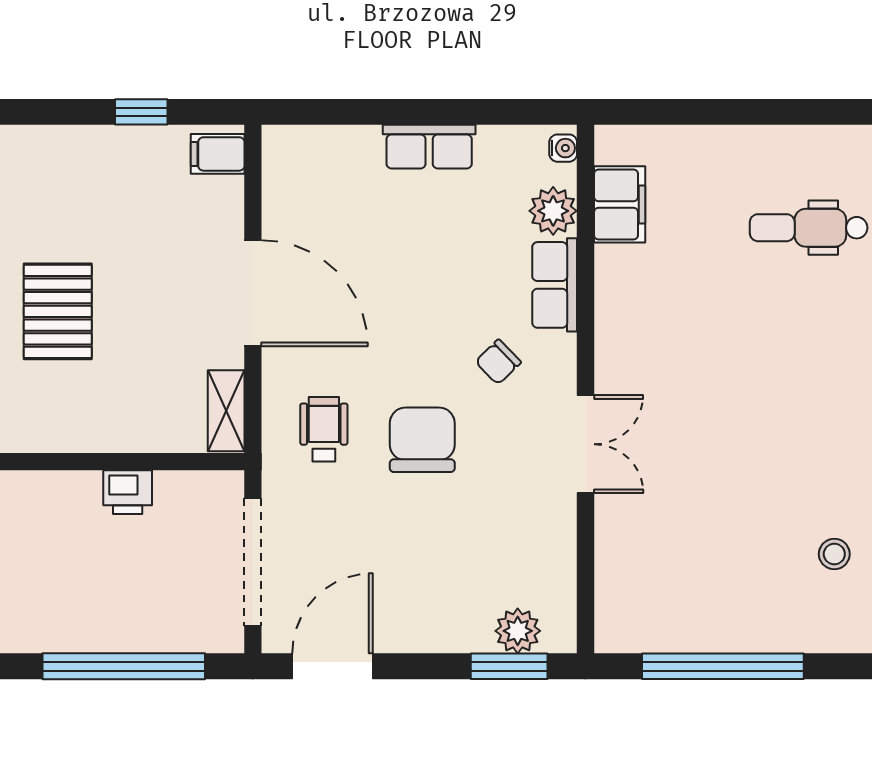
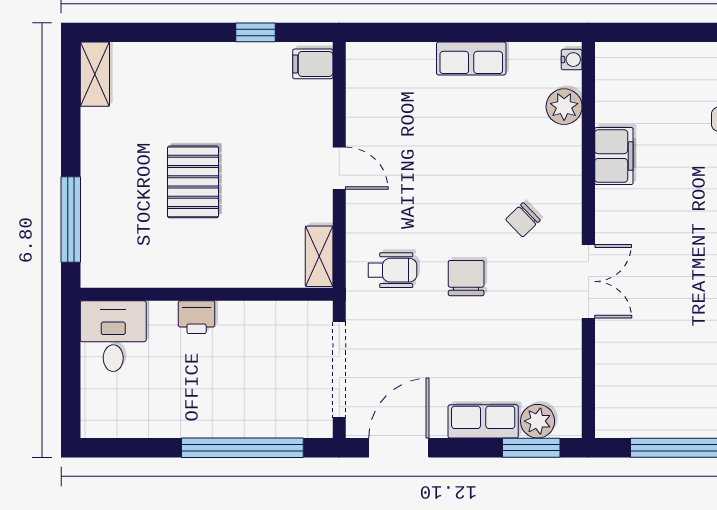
filing cabinet: (620, 204) -> (614, 156), moved
row of seats: (555, 285) -> (483, 421), moved, turned 90
door: (253, 293) -> (339, 168), width x0.53
wheelchair: (324, 429) -> (392, 270), turned 90
chair: (422, 440) -> (466, 278), width x0.73, depth x0.73
printer: (128, 492) -> (197, 317), moved

